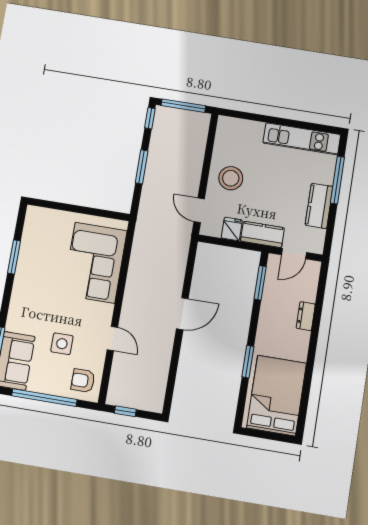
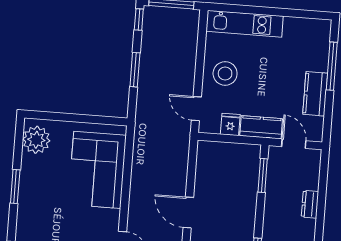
kitchen unit: (302, 139) -> (244, 24), moved
plant: (37, 228) -> (36, 140), added
door: (294, 254) -> (294, 144), swing flipped
window: (14, 257) -> (15, 187), moved
door: (182, 314) -> (188, 213), swing flipped

